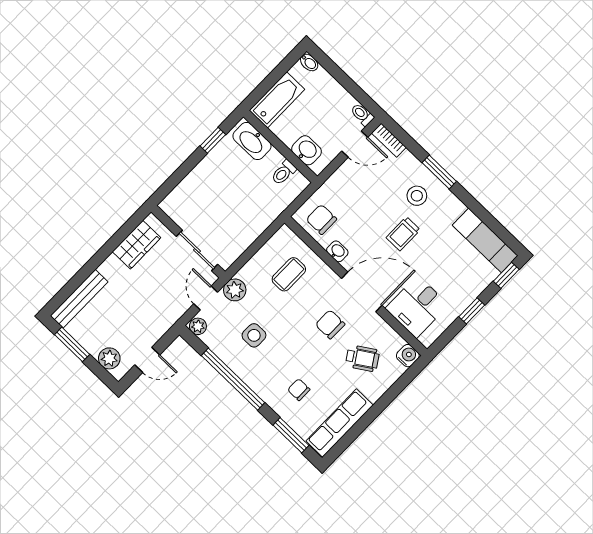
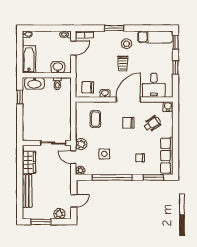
stool: (417, 196) -> (126, 44), moved
bench: (79, 299) -> (27, 191), moved

